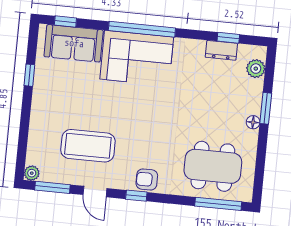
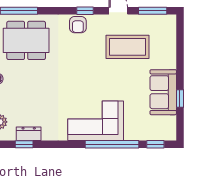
window: (142, 29) -> (112, 144), moved
sofa: (74, 43) -> (163, 92), moved, turned -90
plant: (32, 173) -> (170, 21), removed
armchair: (147, 179) -> (78, 25), turned 90

